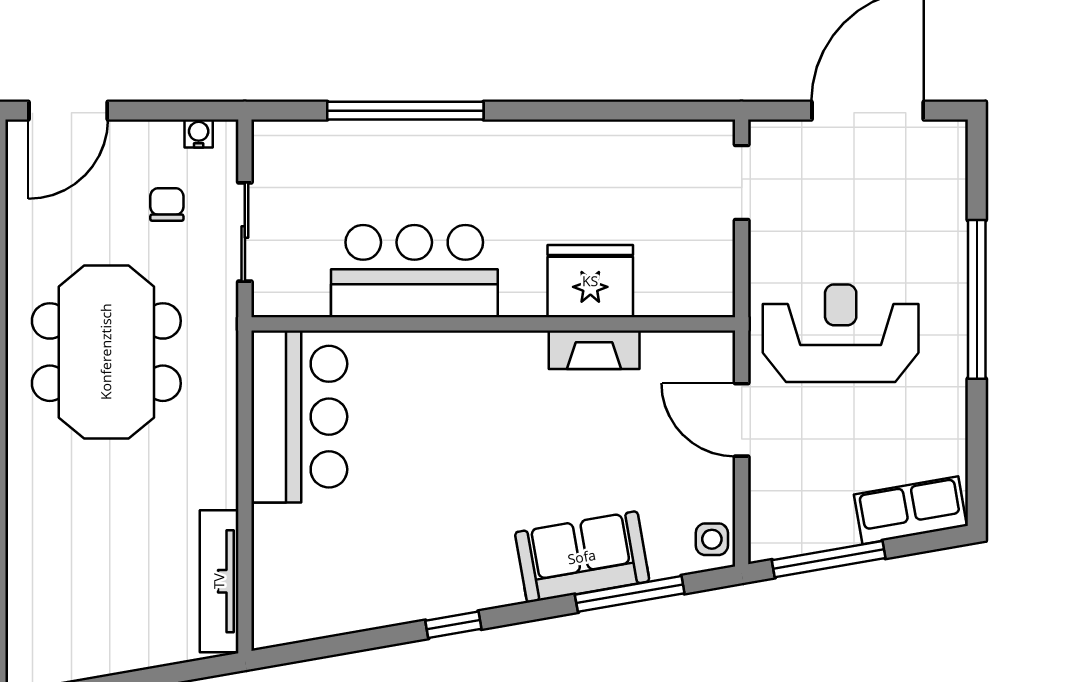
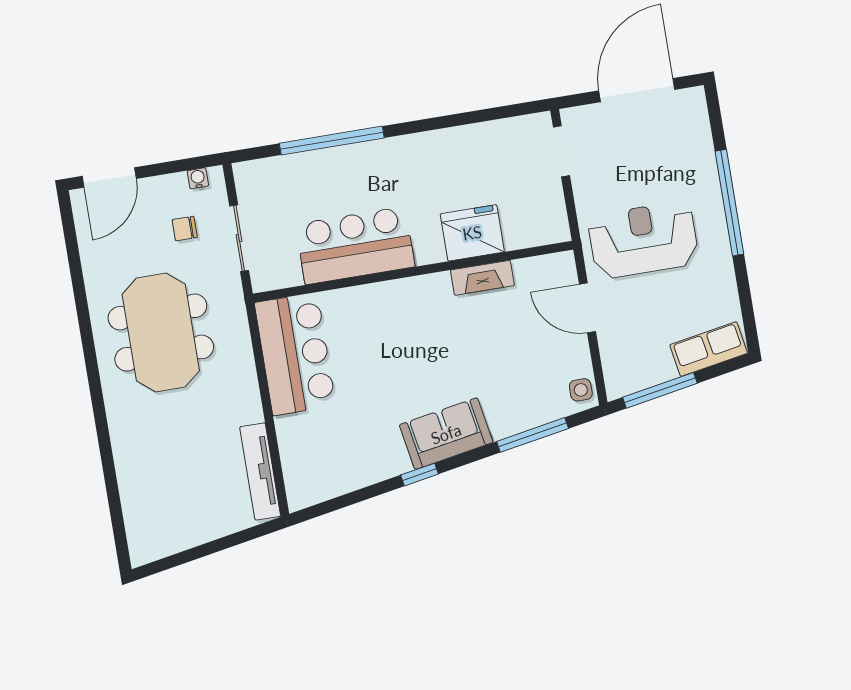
chair: (167, 205) -> (185, 229), turned -90
sofa: (582, 557) -> (446, 434), moved

